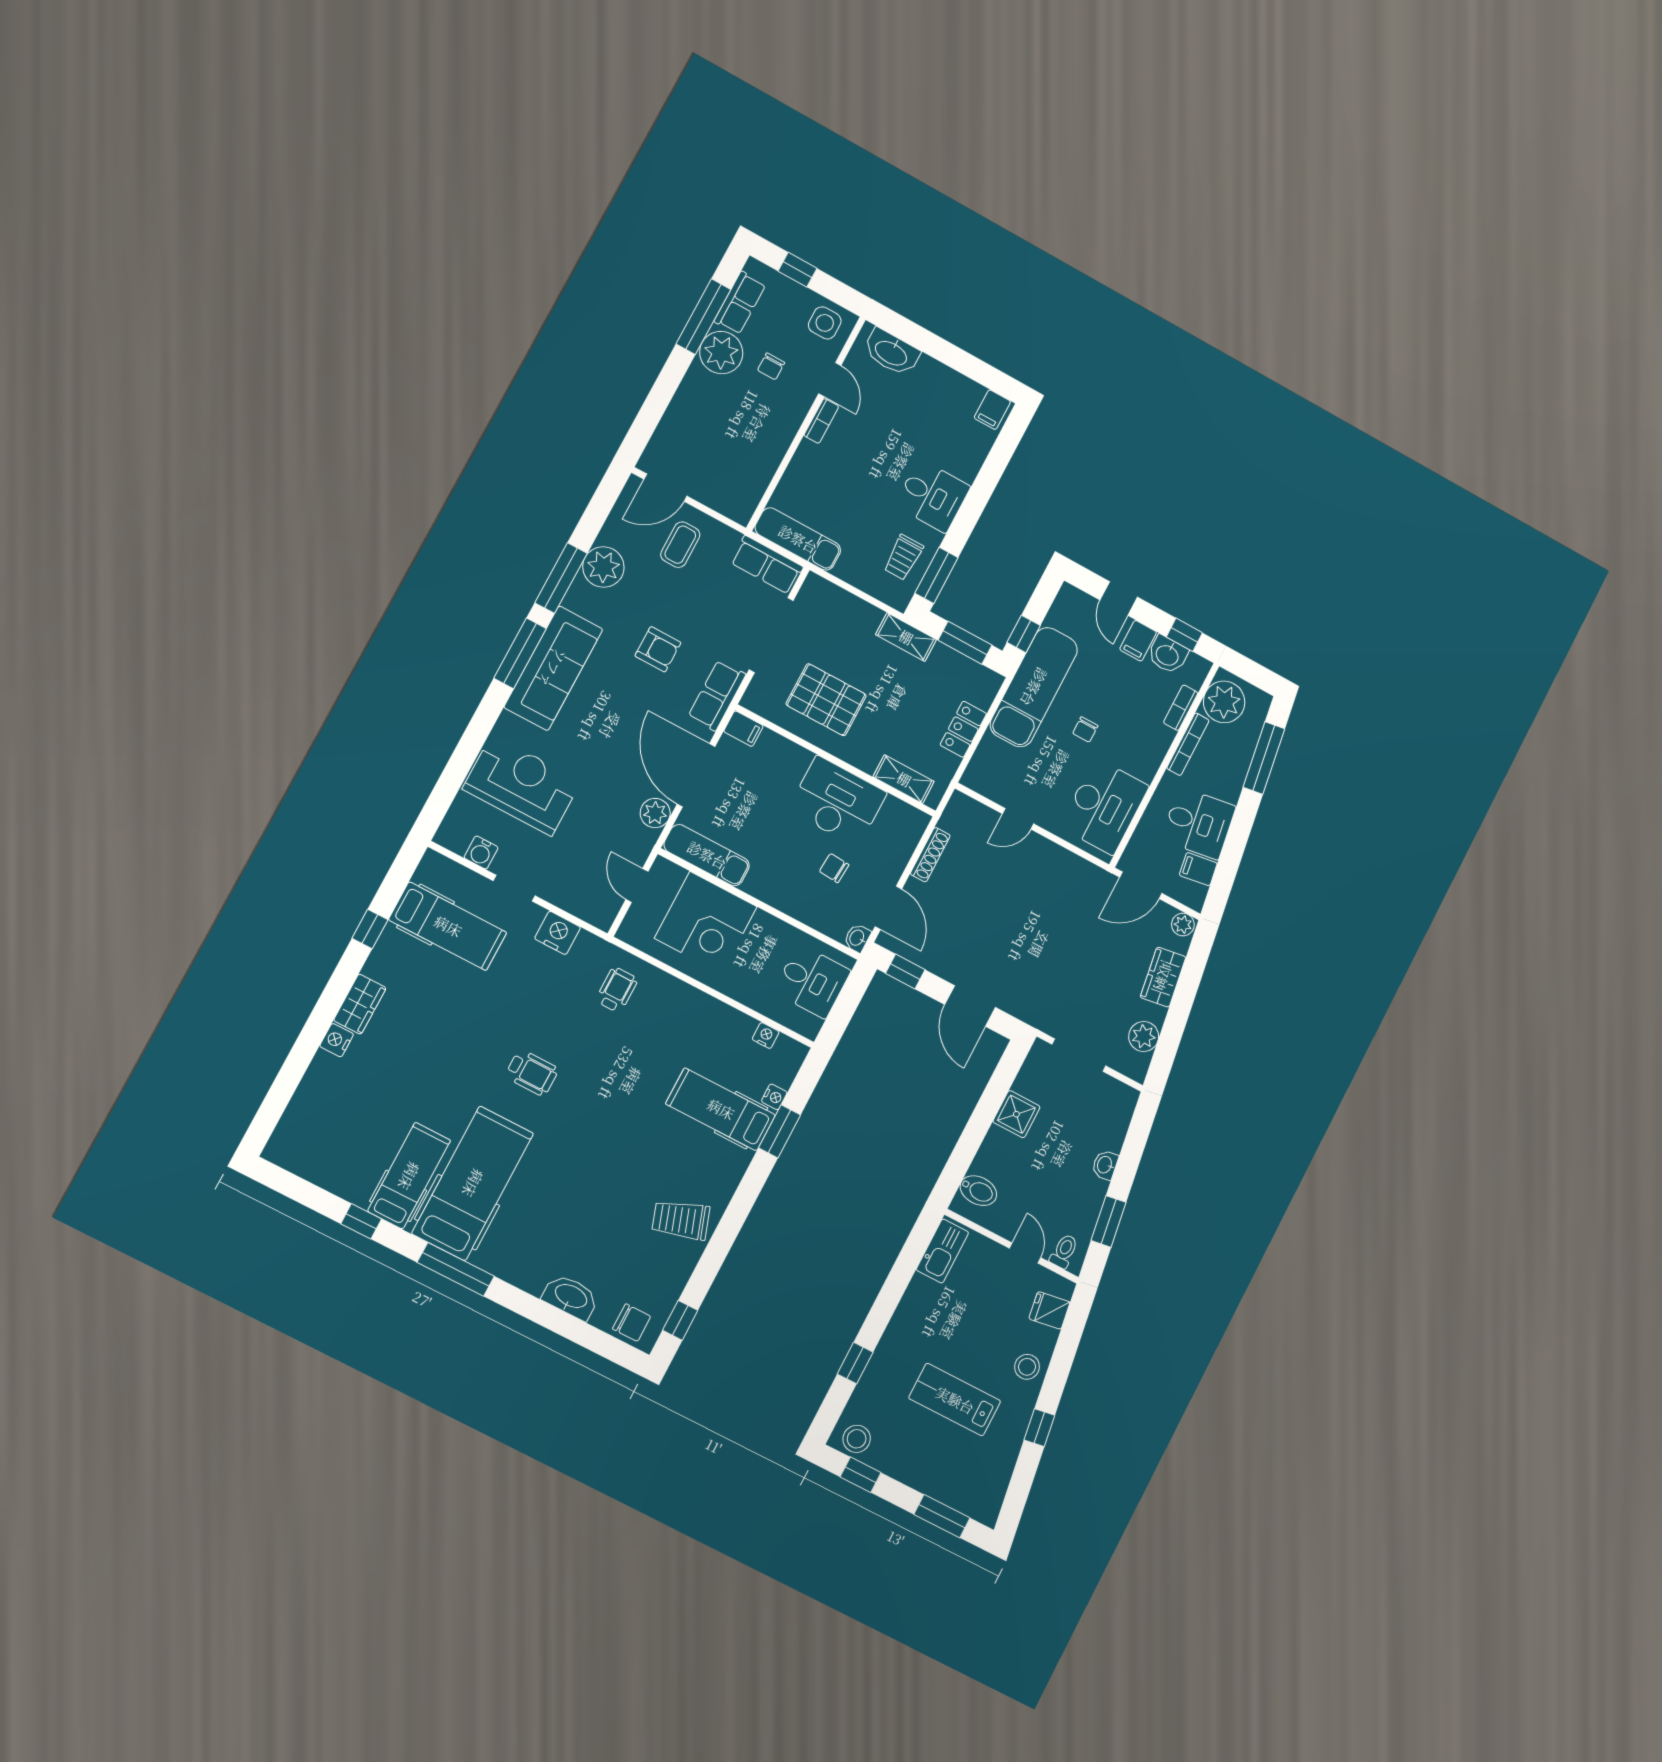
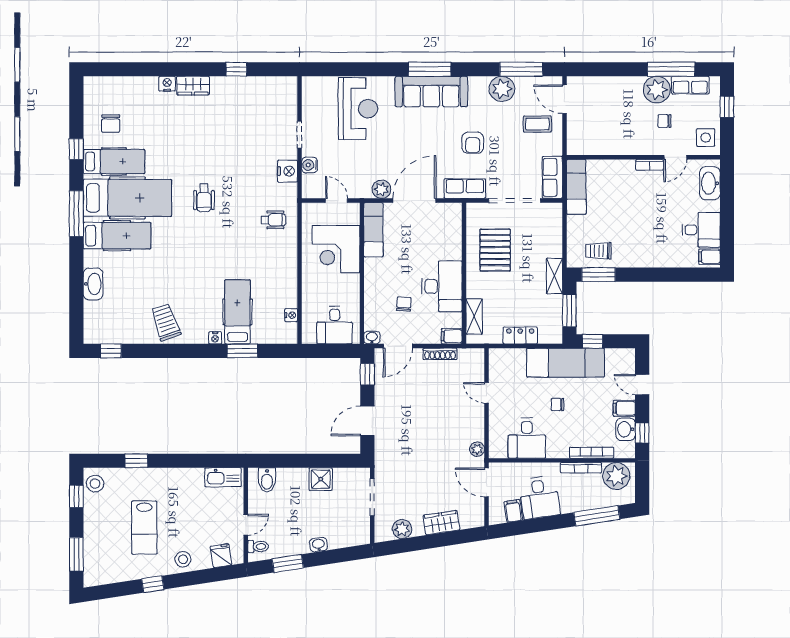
desk: (932, 496) -> (701, 230), moved, turned -90
window: (561, 578) -> (521, 69), moved
door: (1119, 599) -> (642, 385), hinge flipped
bookcase: (1181, 708) -> (592, 453), width x1.56
filing cabinet: (743, 729) -> (452, 336), moved, turned 90
desk: (1104, 806) -> (527, 438), width x0.73
water cooler: (481, 852) -> (309, 165), moved
door: (637, 885) -> (336, 201), hinge flipped
plant: (1183, 925) -> (477, 449), moved
hospital bed: (448, 926) -> (117, 236), moved, turned -90
nightstand: (774, 1097) -> (215, 338), moved
chair: (632, 1323) -> (111, 123), moved
lab bench: (955, 1400) -> (144, 528), turned 180

